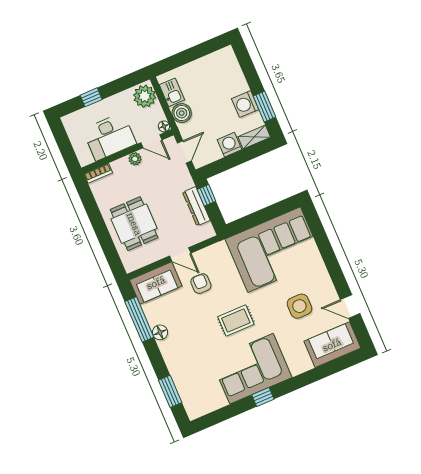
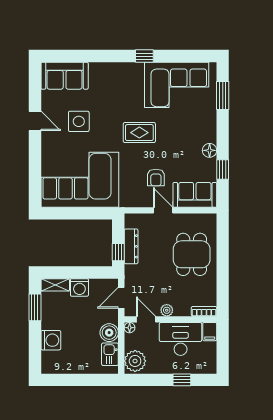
washing machine: (245, 104) -> (51, 340), moved
filing cabinet: (84, 156) -> (210, 332), added
door: (350, 307) -> (35, 121), moved
window: (139, 319) -> (223, 169), width x0.46
corner sofa: (251, 369) -> (177, 85), moved

